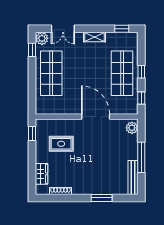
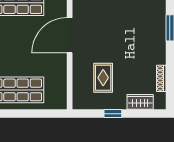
window: (32, 133) -> (113, 114), moved

